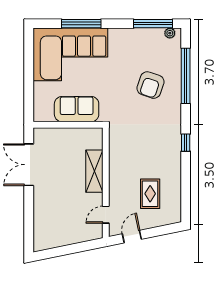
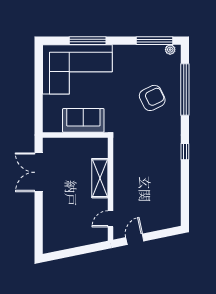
armchair: (151, 85) -> (152, 98), turned -135
rug: (150, 194) -> (152, 199), removed

